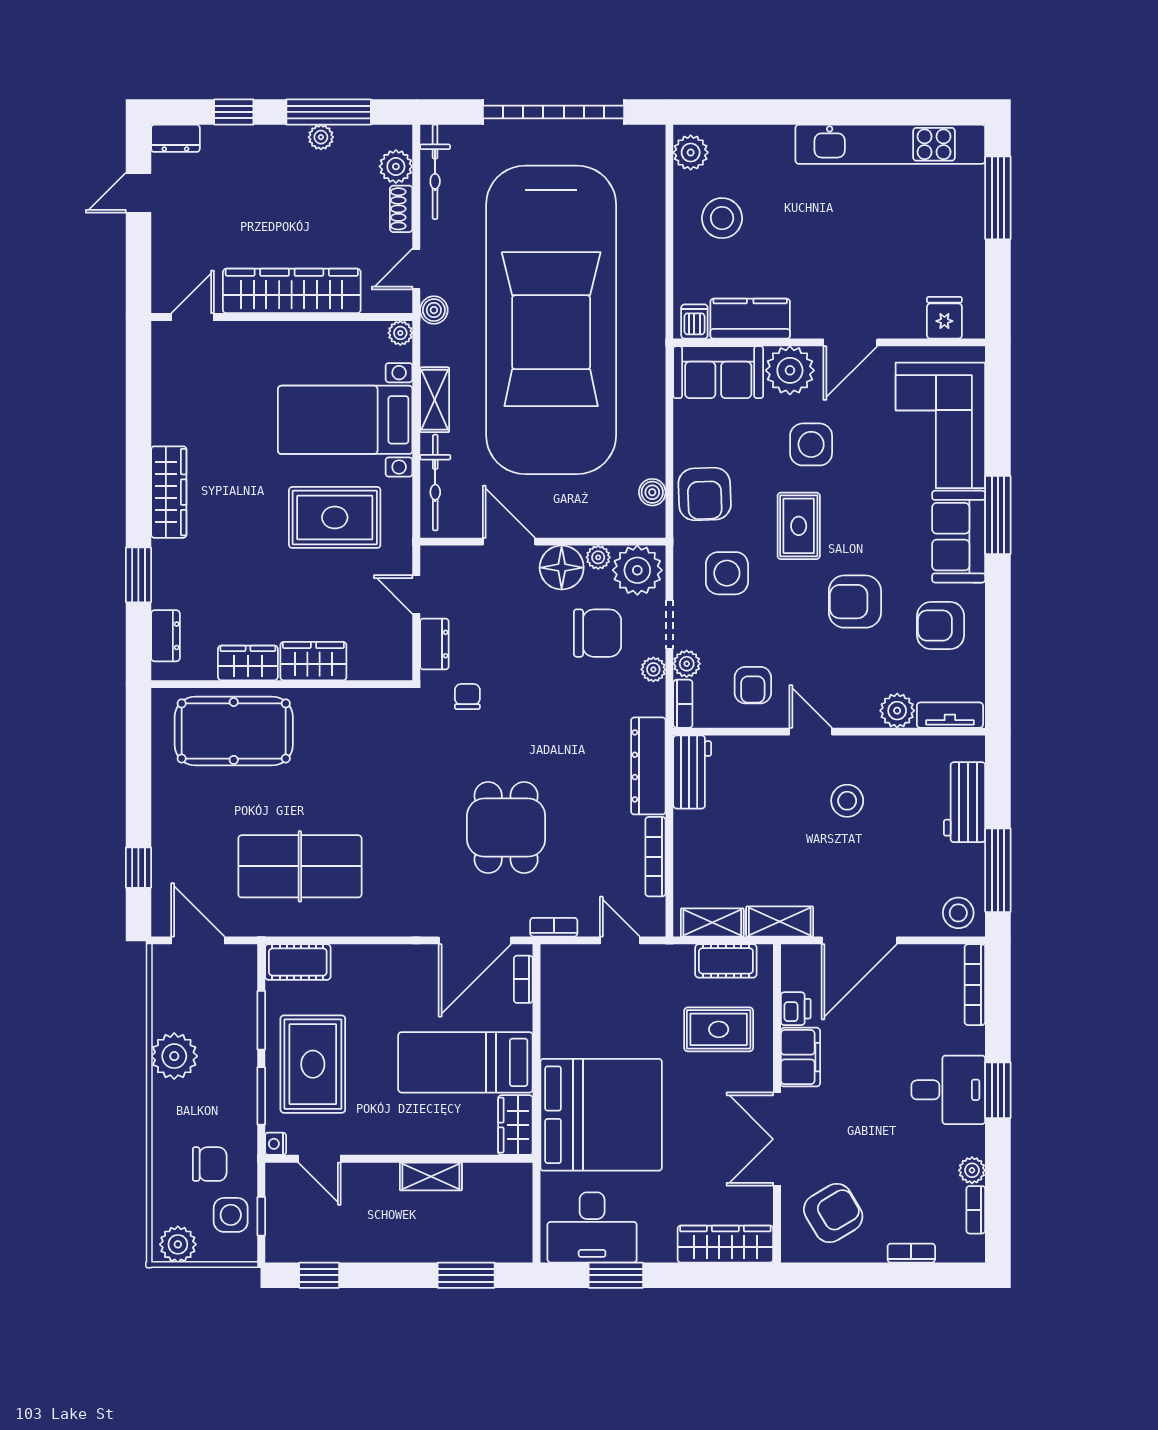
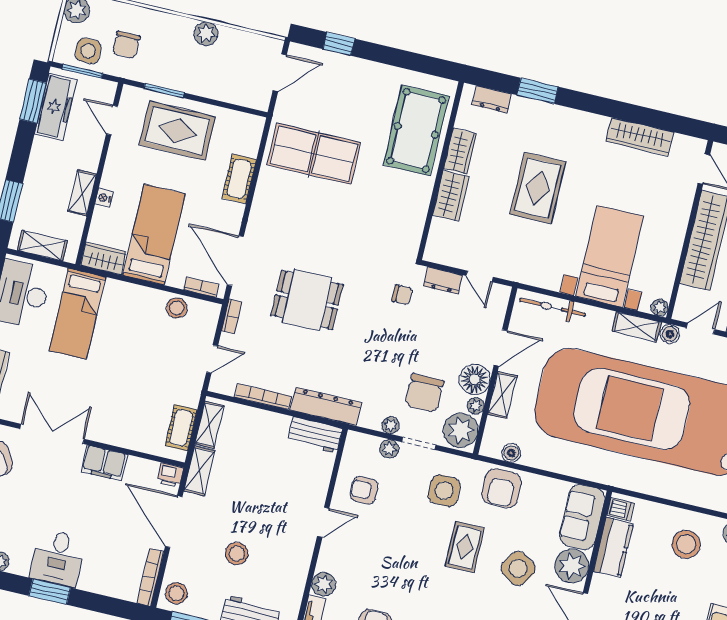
door: (416, 269) -> (701, 329), hinge flipped
shelving: (435, 400) -> (637, 327), moved
side table: (811, 444) -> (518, 568), turned 32
wardrobe: (169, 492) -> (640, 137), moved
armchair: (705, 494) -> (502, 488), turned -88
rug: (335, 517) -> (538, 188), moved
shelving: (574, 524) -> (502, 395), added
rug: (799, 526) -> (465, 547), turned 90
door: (416, 595) -> (480, 276), swing flipped
armchair: (855, 602) -> (404, 573), removed
bookcase: (683, 704) -> (363, 440), removed
stool: (847, 801) -> (237, 553), moved
table tennis table: (300, 866) -> (314, 154), turned 90
cot: (298, 962) -> (239, 179), moved
bookcase: (975, 985) -> (150, 577), moved, turned -90
stool: (560, 1006) -> (177, 308), added
printer: (796, 1009) -> (170, 475), moved
window: (261, 1020) -> (215, 103), removed
rug: (719, 1029) -> (136, 412), removed
plant: (174, 1056) -> (206, 34), width x0.73, depth x0.73
bed: (601, 1115) -> (77, 314), width x0.49
nightstand: (276, 1144) -> (104, 198), moved, turned -90
door: (320, 1159) -> (112, 120), hinge flipped
shelving: (518, 1215) -> (42, 246), added
window: (261, 1216) -> (82, 71), width x1.50
freezer: (320, 1241) -> (56, 107), added
window: (319, 1275) -> (33, 101), width x1.50

